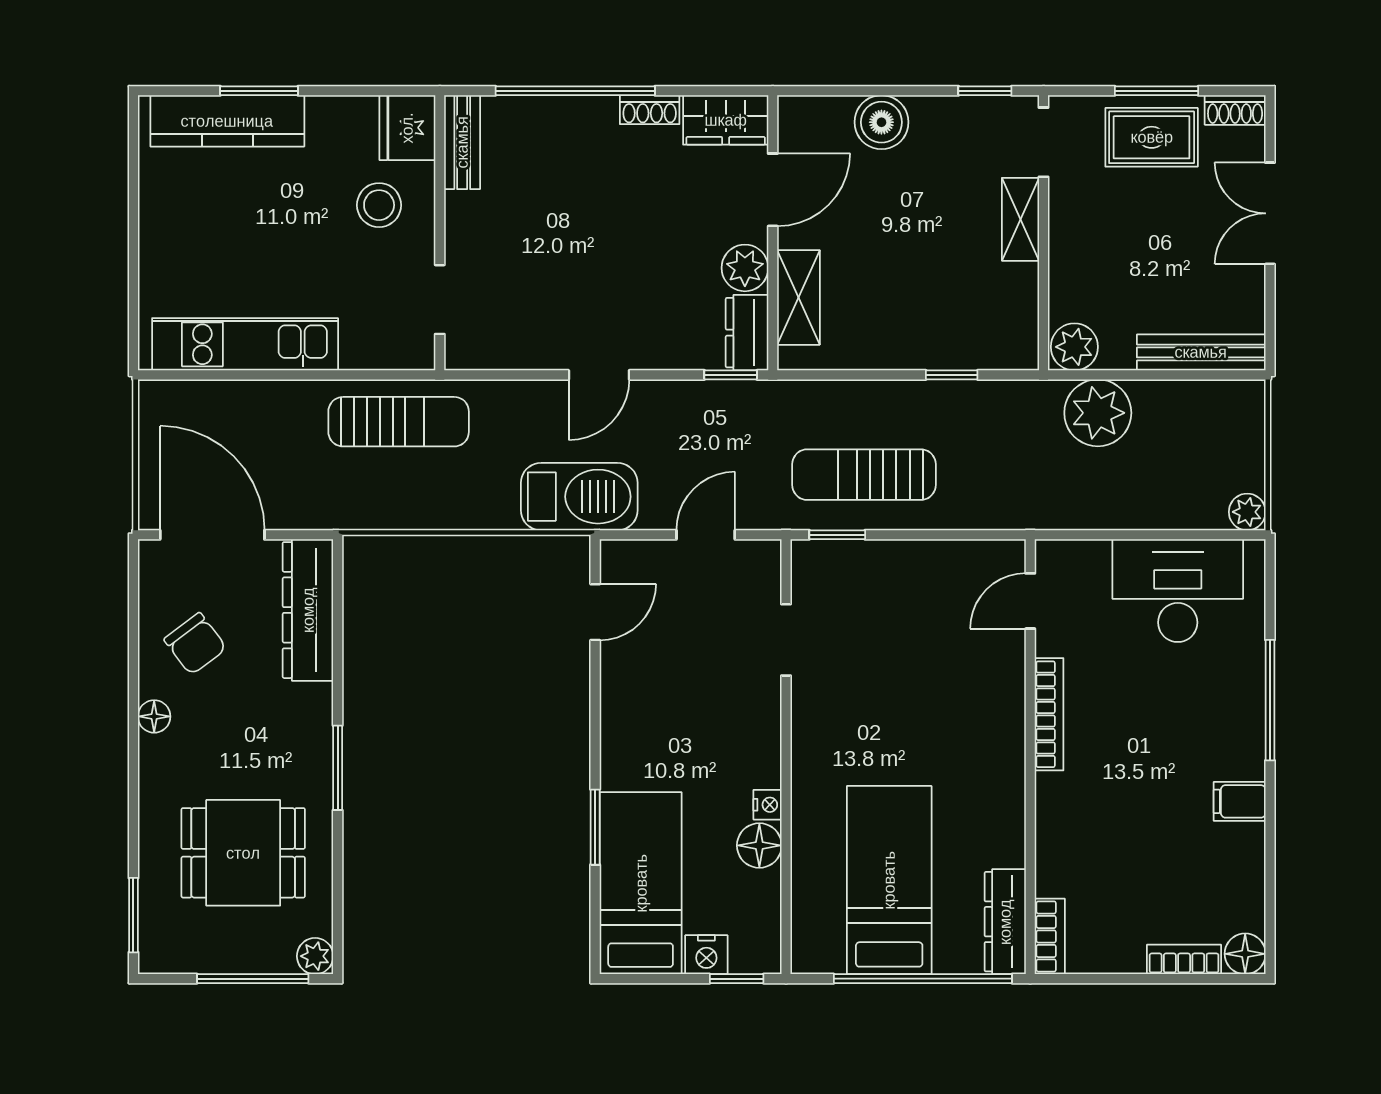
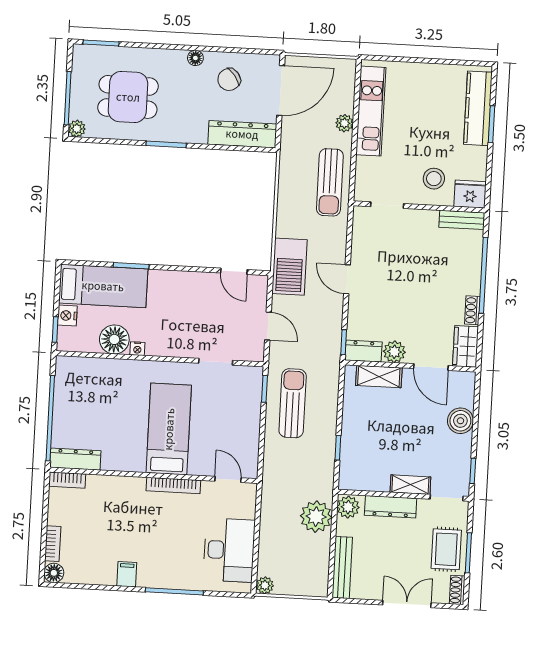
dresser: (1069, 258) -> (391, 507), added
plant: (273, 398) -> (344, 123), added
floor lamp: (759, 845) -> (114, 339), width x1.38, depth x1.38
dining table: (243, 853) -> (128, 97), turned 90
bed: (889, 880) -> (169, 429), moved, turned -90

